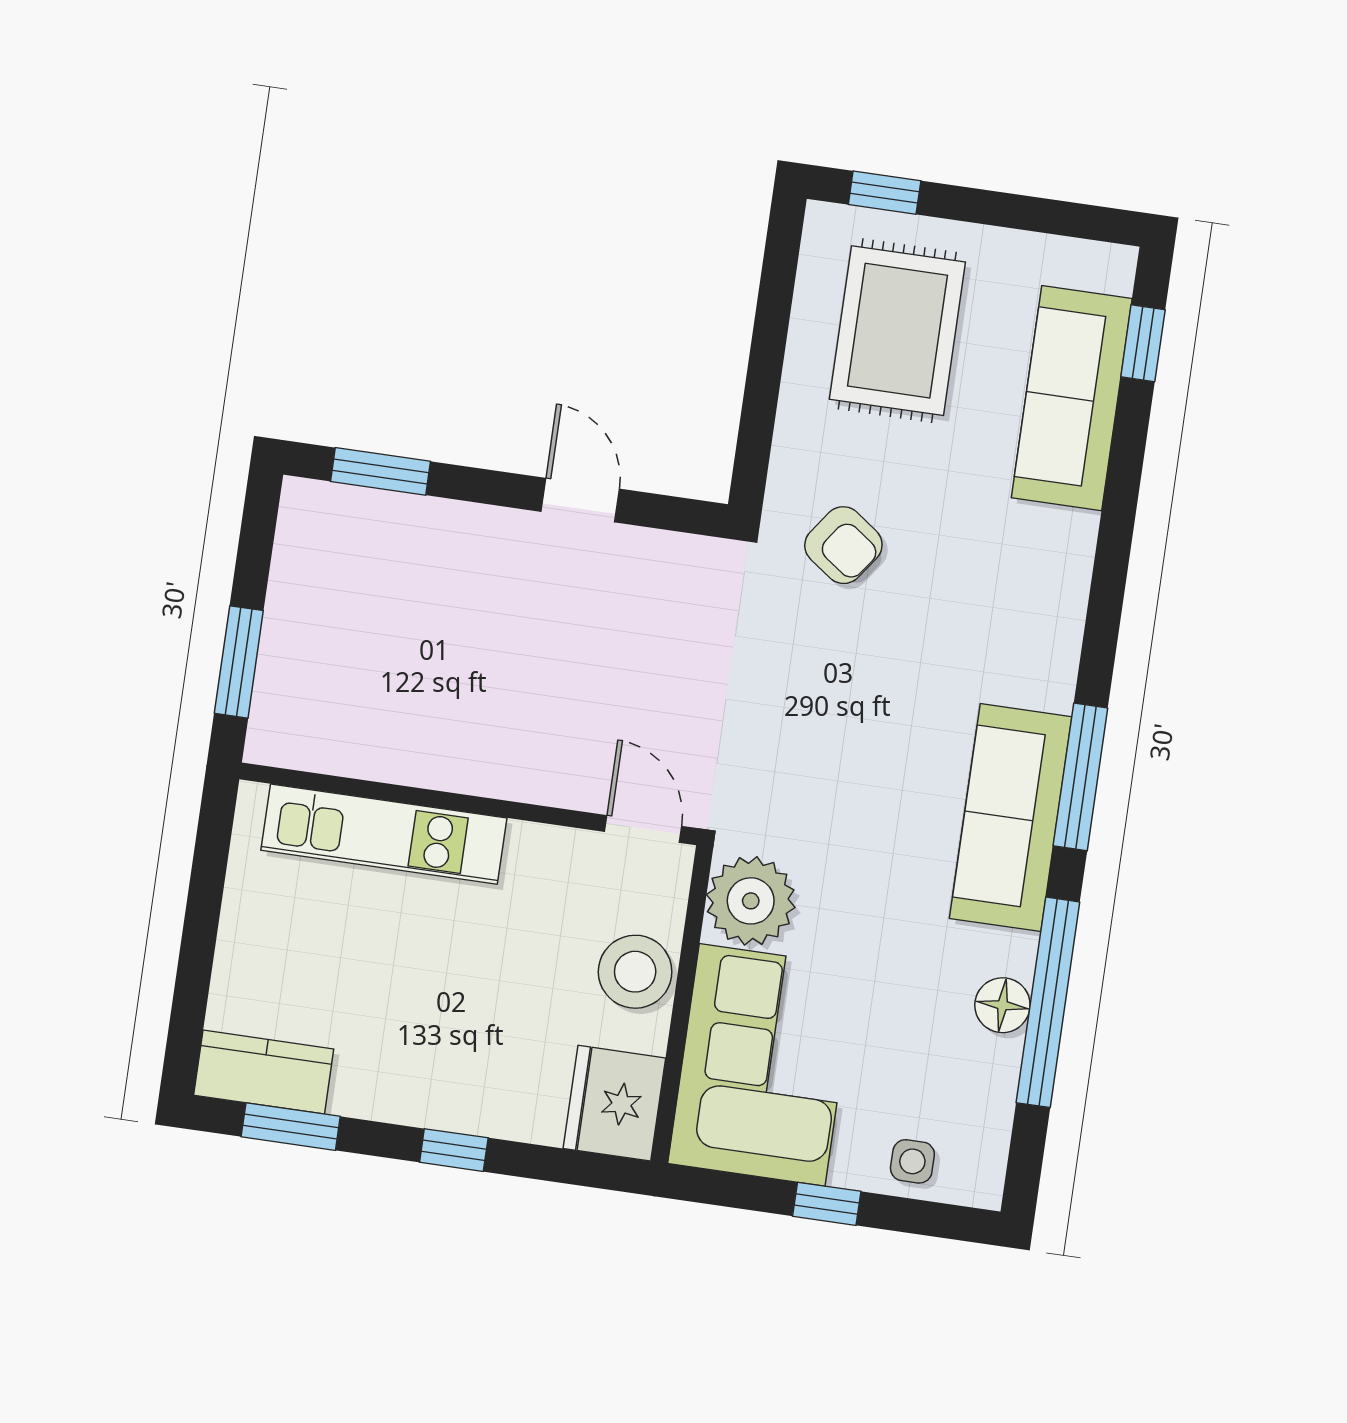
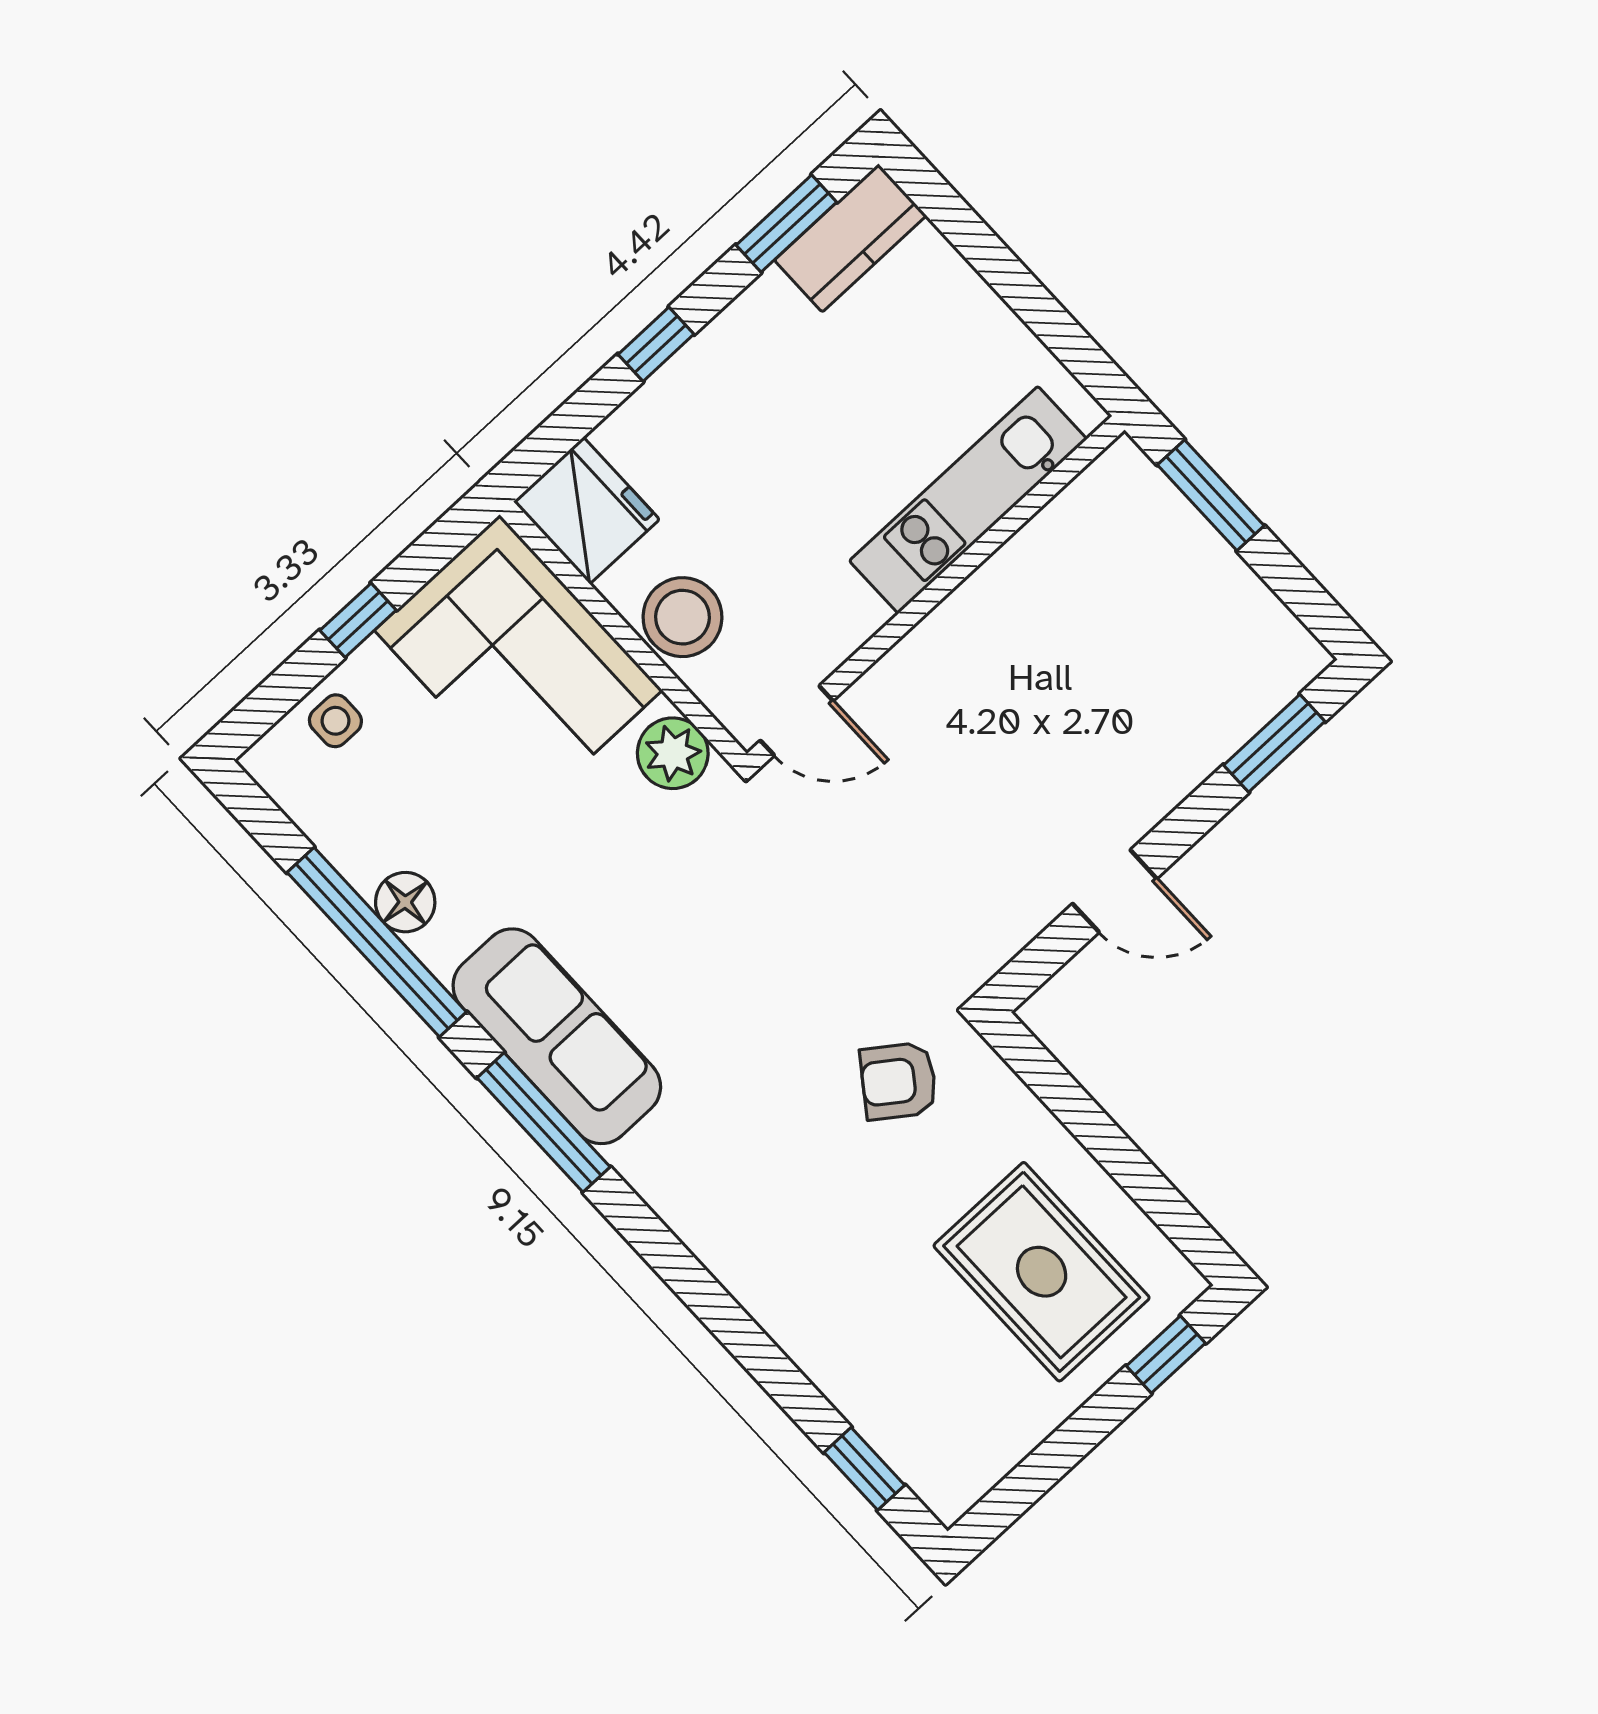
sofa: (1072, 398) -> (867, 1372), removed
plant: (751, 901) -> (673, 753), width x0.73, depth x0.73

